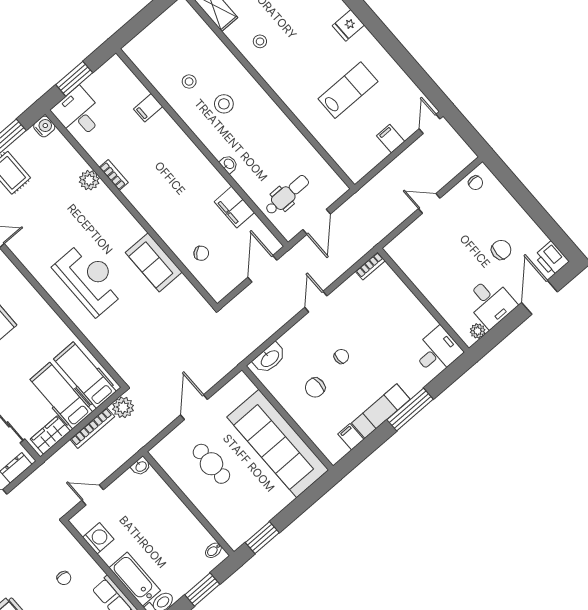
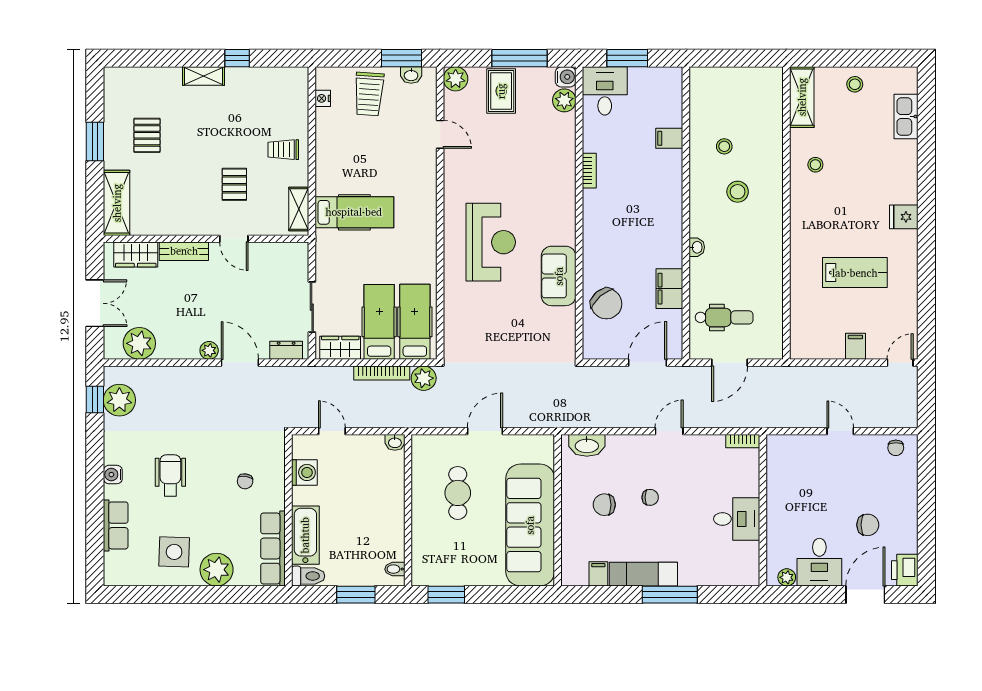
plant: (89, 180) -> (564, 100), moved
chair: (201, 253) -> (606, 304), width x1.87, depth x1.87
desk: (437, 351) -> (737, 519), moved

